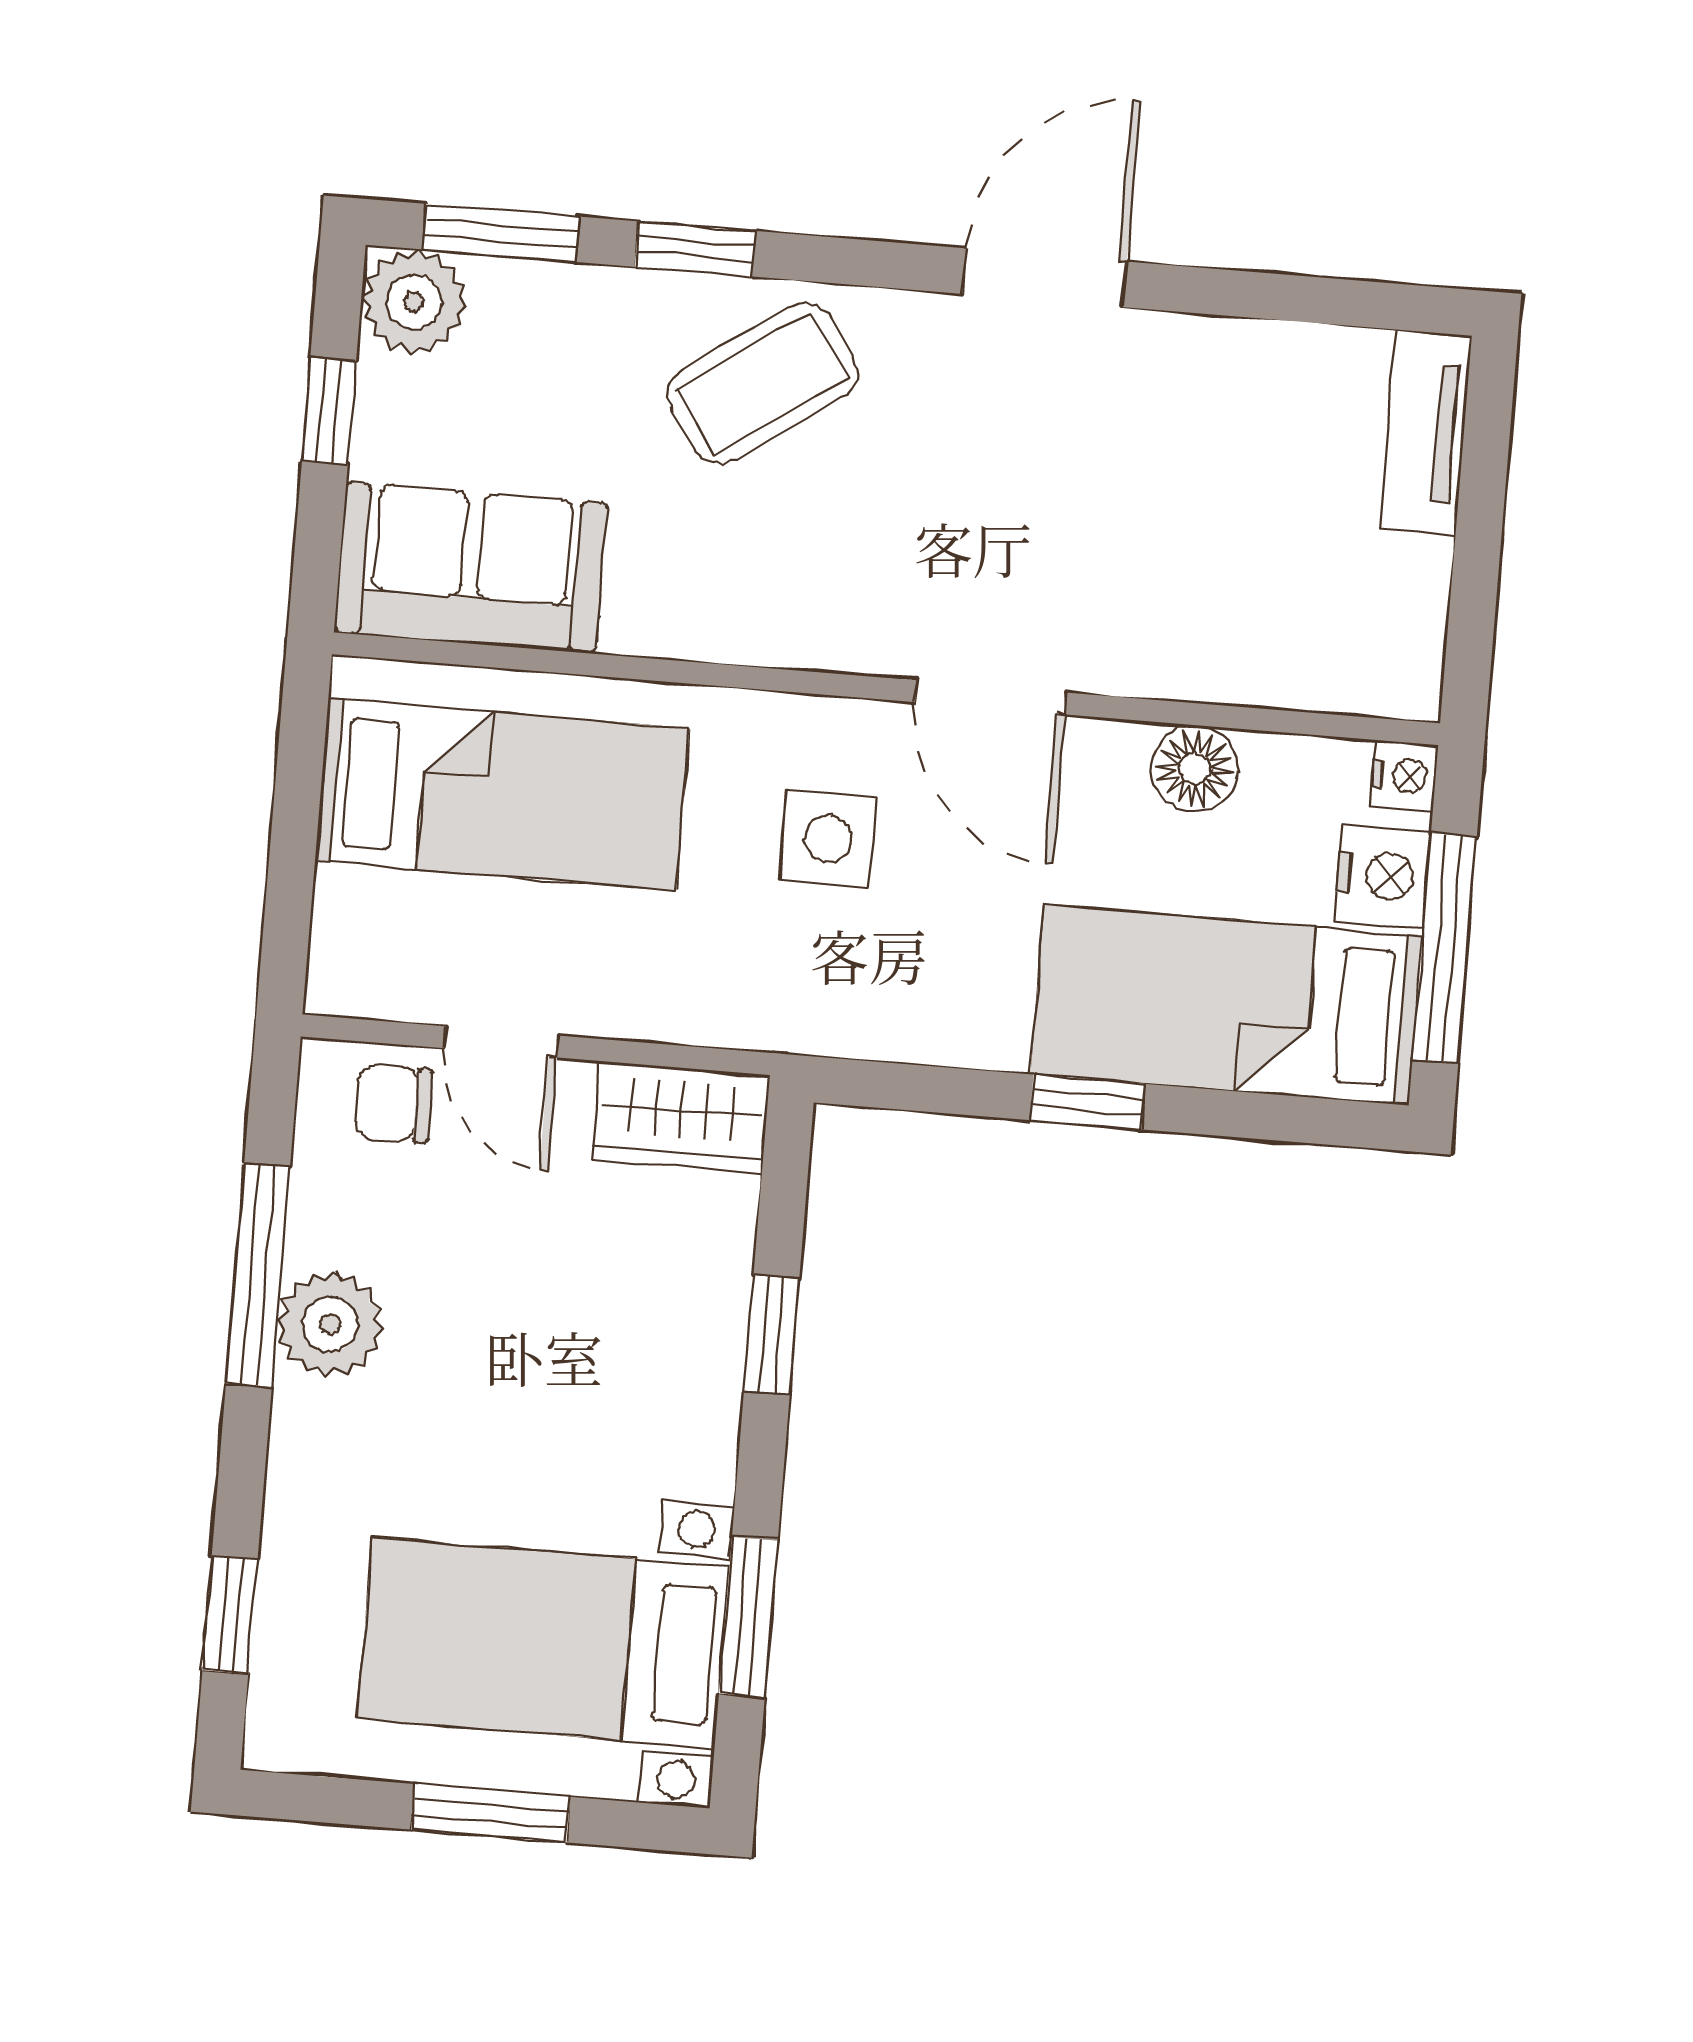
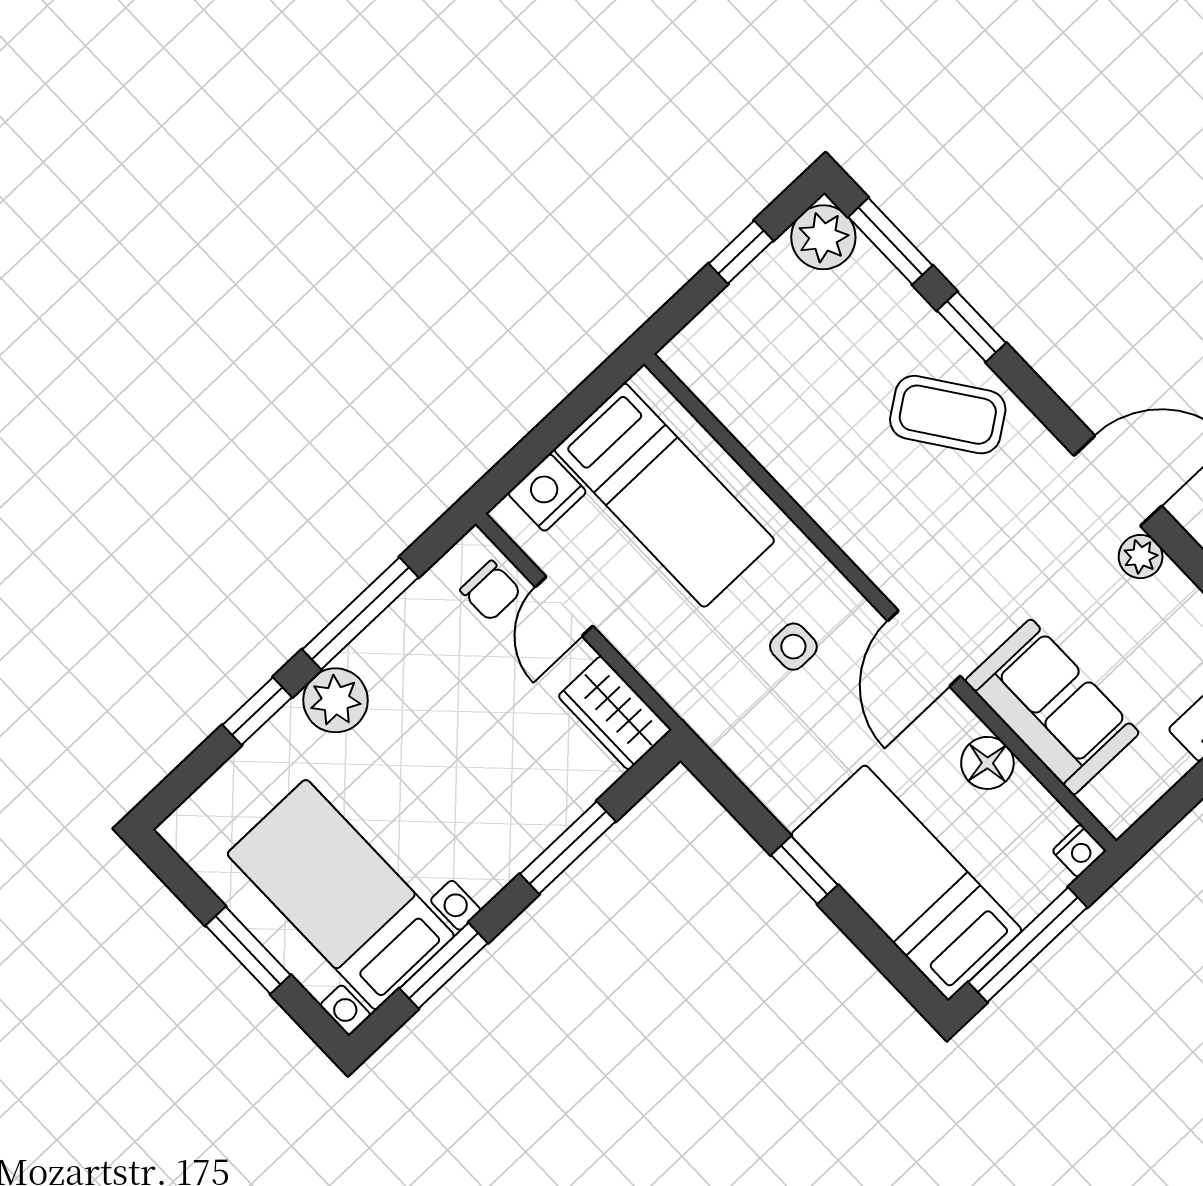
plant: (1156, 346) -> (1141, 557), added
sofa: (471, 567) -> (1052, 707), moved
side table: (828, 839) -> (793, 647), width x0.73, depth x0.73
nightstand: (1383, 876) -> (547, 493), moved, turned 180
chair: (394, 1104) -> (491, 591), turned 180
plant: (330, 1324) -> (335, 700), moved
window: (772, 1335) -> (568, 848), width x1.50
window: (230, 1615) -> (257, 711), moved

